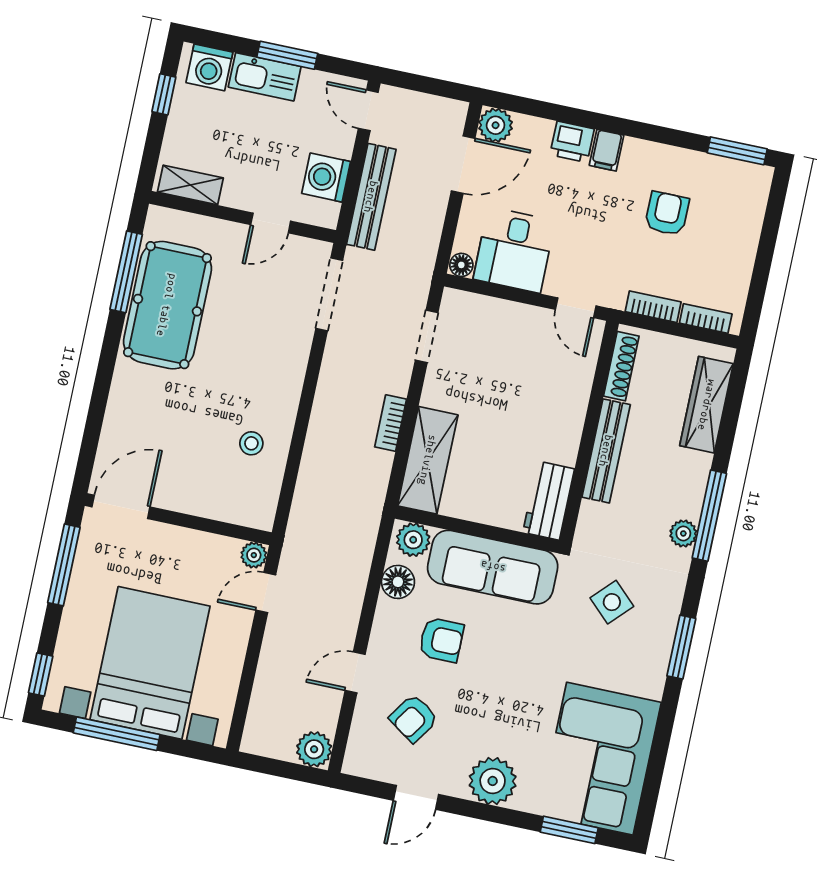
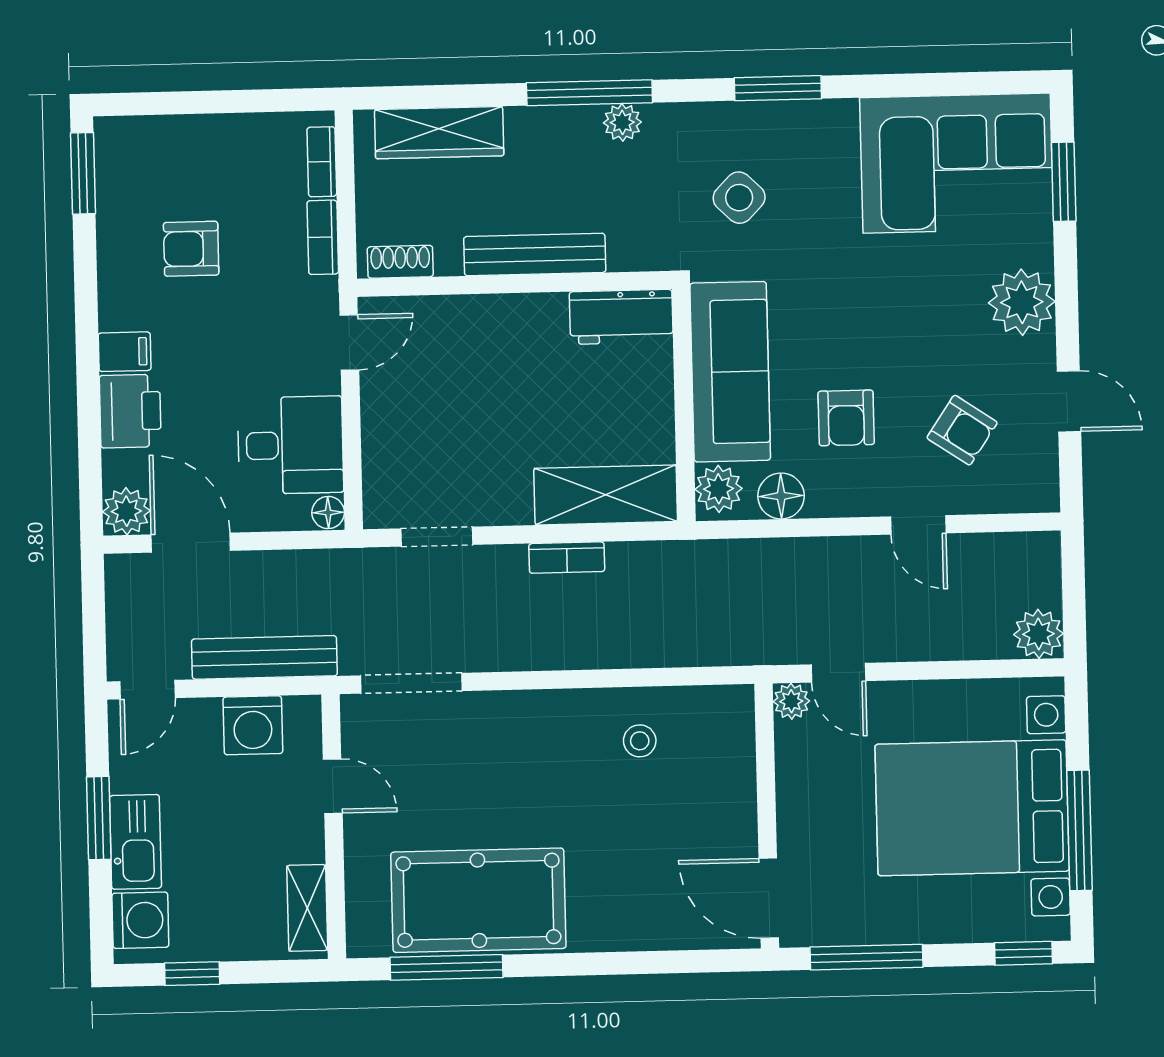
printer: (572, 142) -> (130, 411), width x1.36, depth x1.24
shoe rack: (621, 366) -> (400, 262), width x0.70
armchair: (441, 640) -> (846, 418), turned 180
plant: (314, 749) -> (1039, 634), moved

